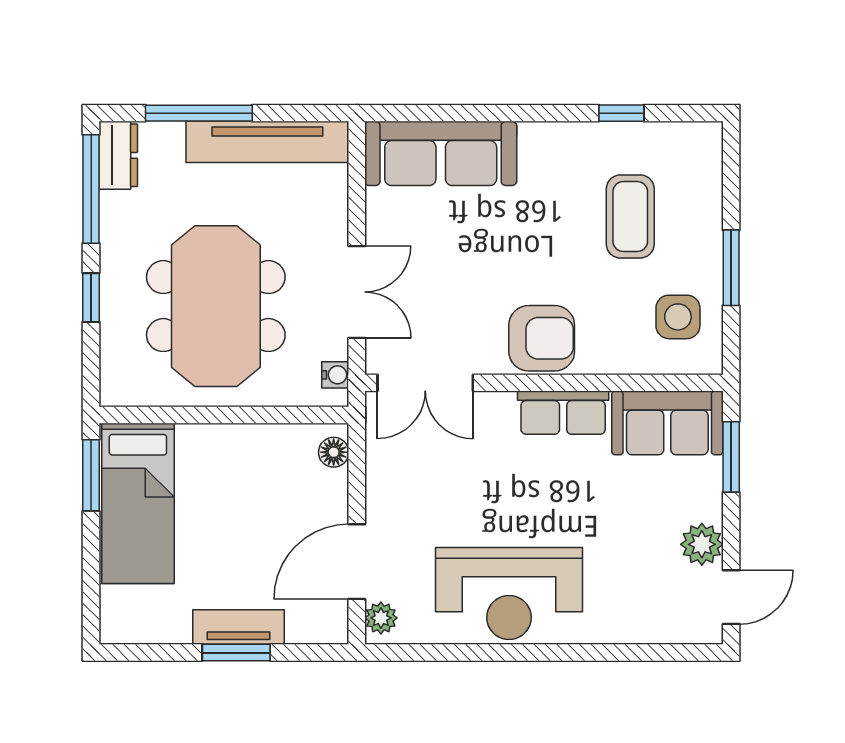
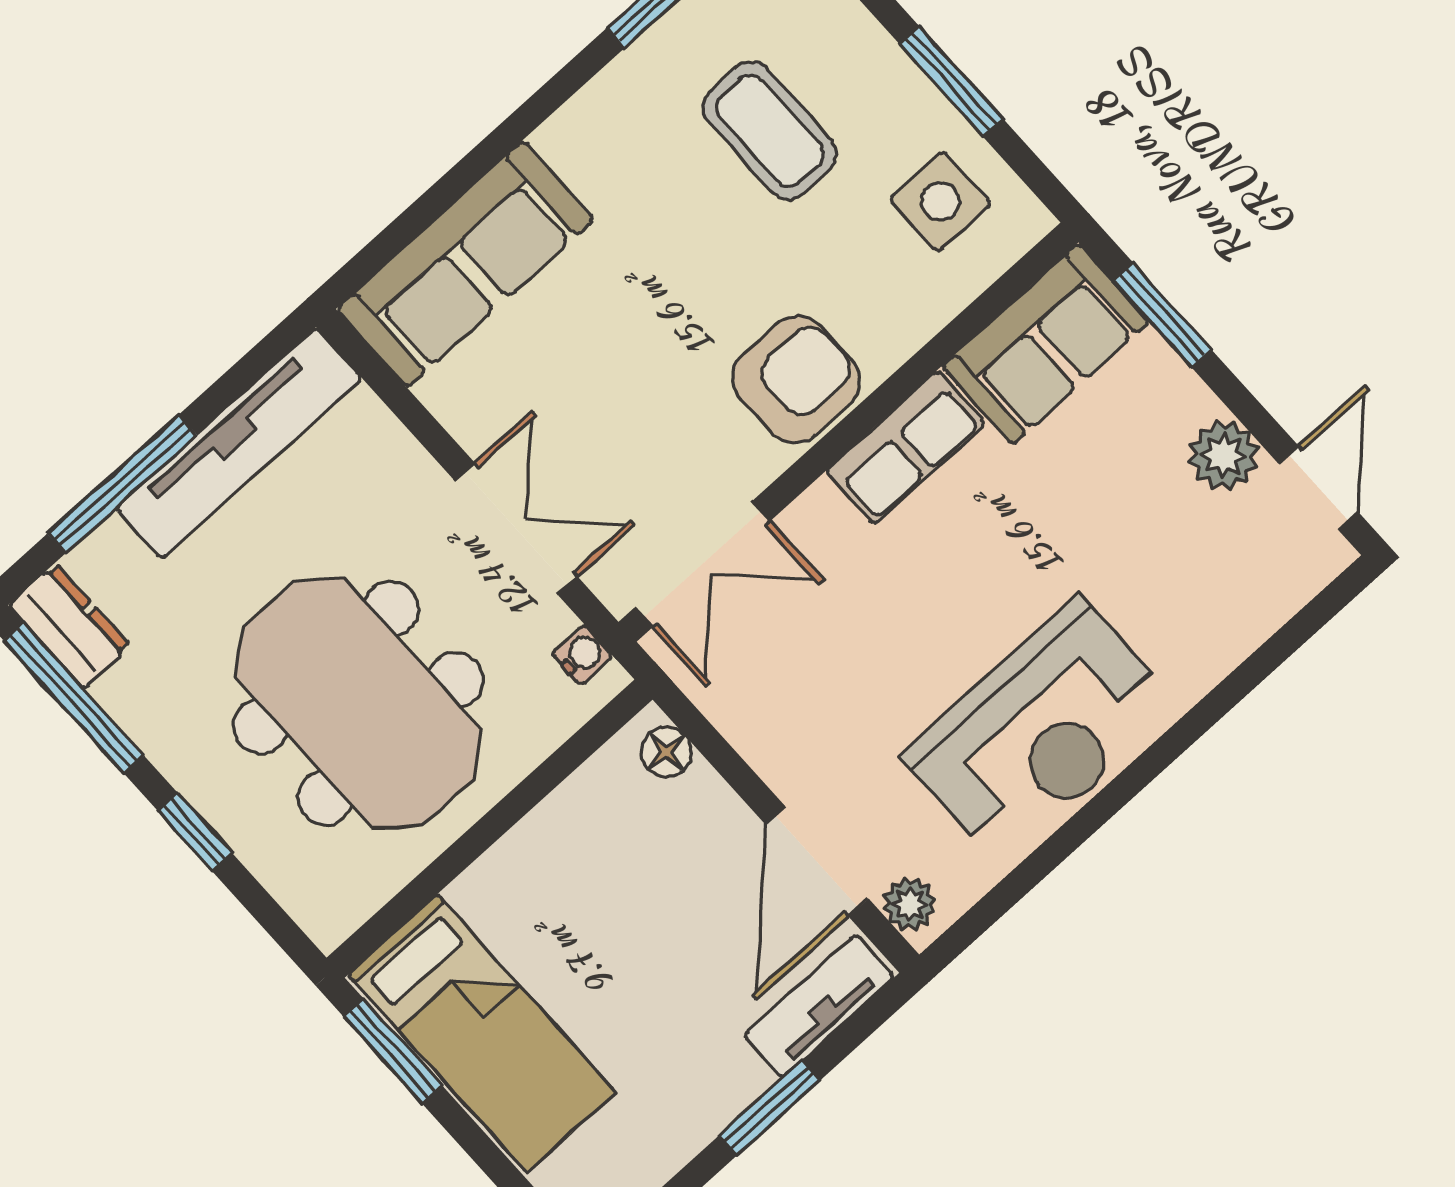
tv unit: (239, 627) -> (819, 1006), moved

